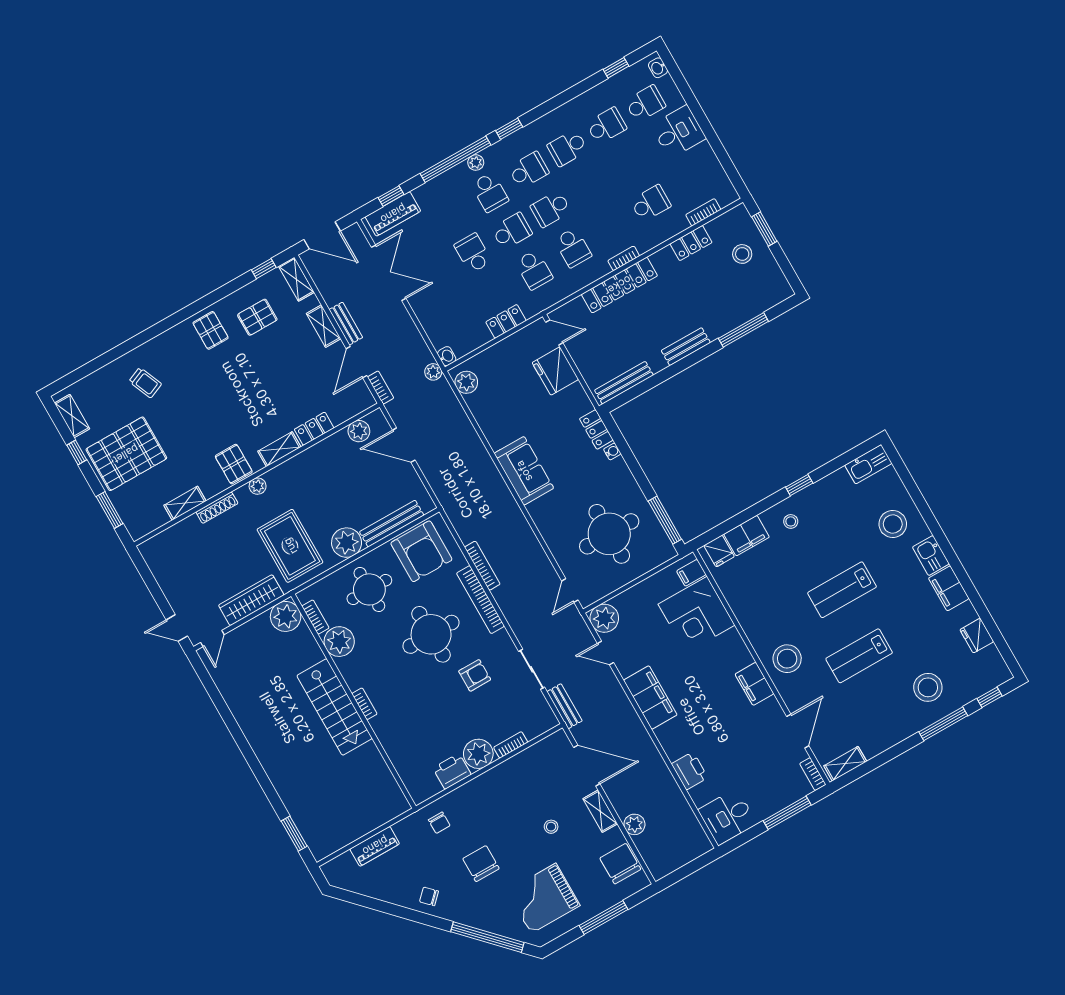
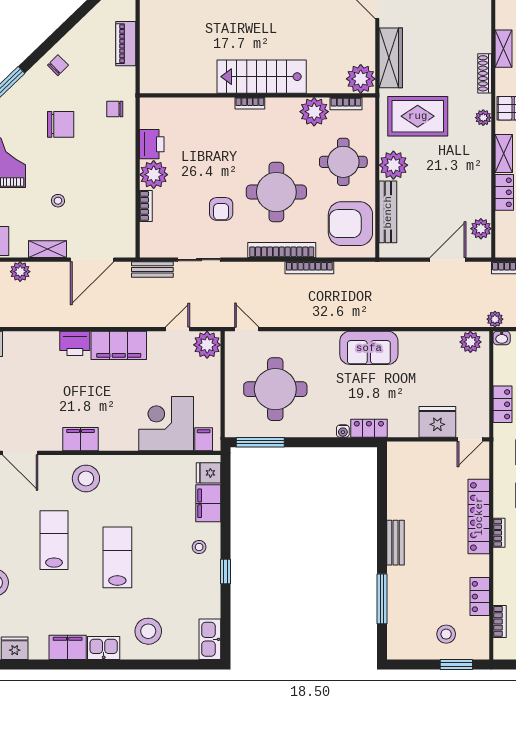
bench: (624, 383) -> (395, 474), removed
printer: (690, 771) -> (75, 343), moved

